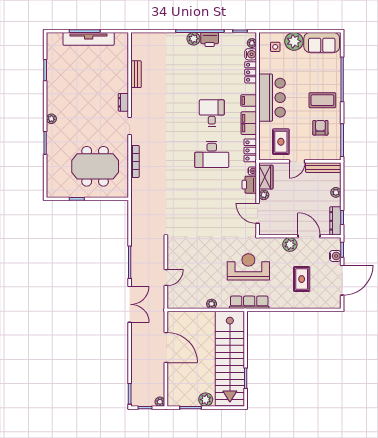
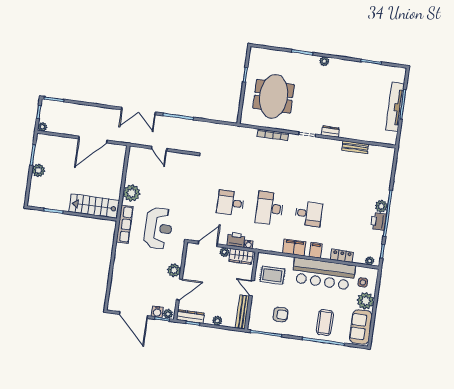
water cooler: (251, 54) -> (359, 258), removed
bar counter: (272, 98) -> (323, 274), width x1.36
coffee table: (322, 100) -> (325, 323), moved
locker: (250, 150) -> (268, 245), removed
desk: (212, 196) -> (230, 203), added
plant: (336, 245) -> (168, 314), added
rug: (302, 279) -> (140, 277), removed
plant: (212, 304) -> (132, 193), width x1.88, depth x1.88
stairs: (230, 359) -> (94, 206), width x0.54, depth x0.66

